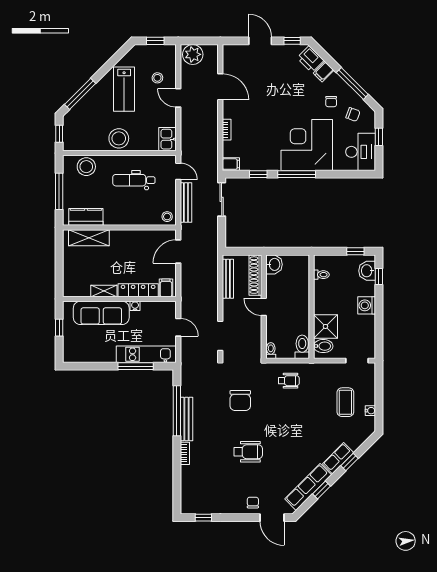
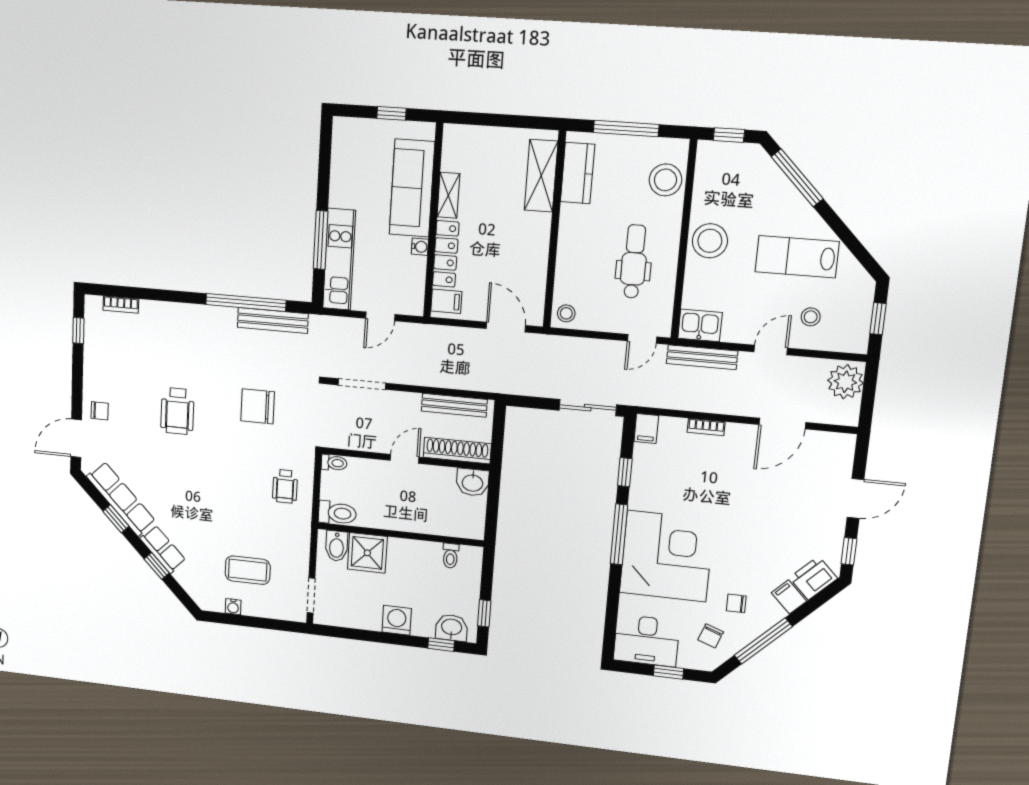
bench: (186, 202) -> (702, 357), moved
bench: (187, 419) -> (273, 321), moved
bookcase: (185, 453) -> (121, 305), moved

